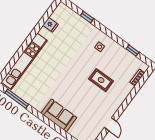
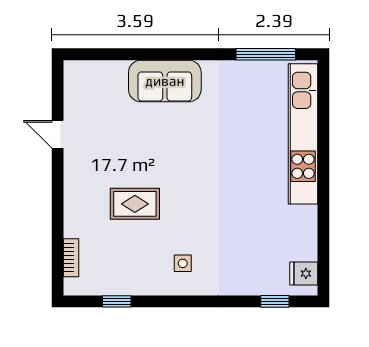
window: (87, 17) -> (275, 301), moved
fridge: (51, 25) -> (304, 273), moved

